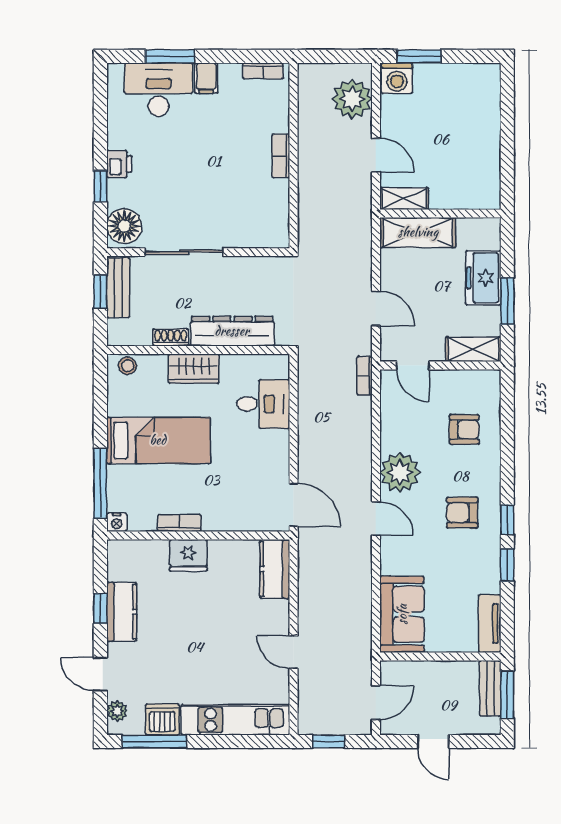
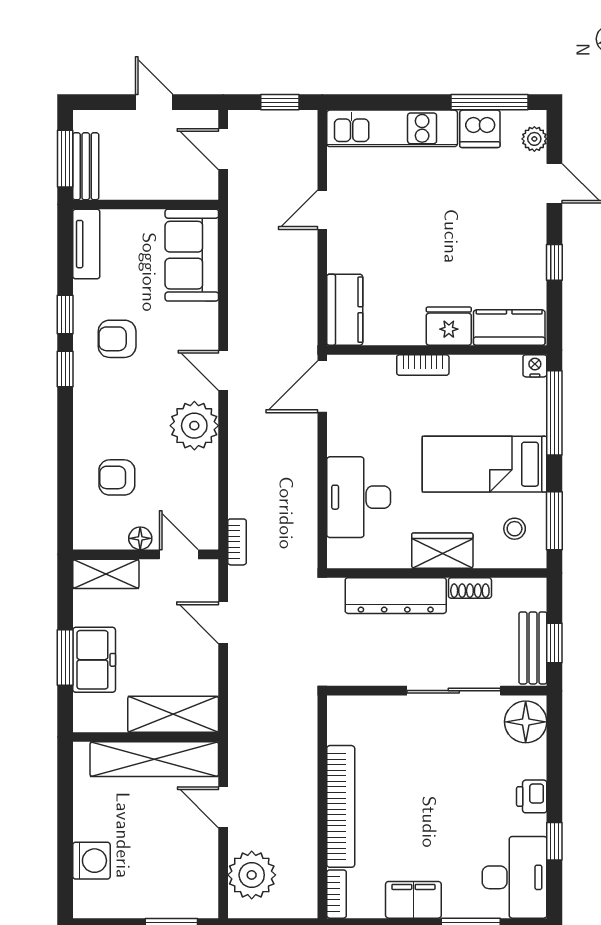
bookcase: (263, 71) -> (337, 894), moved, turned 90
filing cabinet: (206, 78) -> (413, 900), width x2.00
washing machine: (397, 78) -> (91, 861), moved, turned 90
desk: (159, 90) -> (515, 877), moved, turned -90
bookcase: (281, 156) -> (341, 806), width x2.31, depth x1.31
window: (100, 186) -> (554, 841), moved
shelving: (404, 199) -> (154, 759), width x2.20, depth x1.33
window: (507, 301) -> (65, 658), moved
stool: (128, 366) -> (515, 529), moved
floor lamp: (445, 379) -> (140, 538), added
window: (100, 393) -> (554, 521), added
desk: (263, 404) -> (359, 497), width x1.37
door: (294, 505) -> (322, 387), hinge flipped
armchair: (462, 513) -> (117, 339), moved, turned 180
bookcase: (179, 523) -> (423, 365), moved
kitchen counter: (122, 612) -> (509, 328), moved, turned 90
door: (294, 652) -> (322, 210), swing flipped
door: (376, 703) -> (223, 149), hinge flipped

